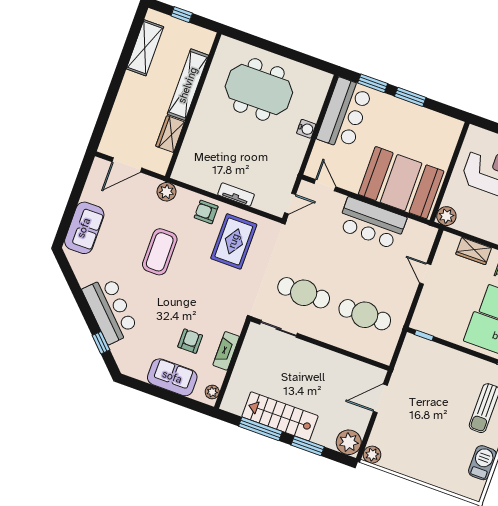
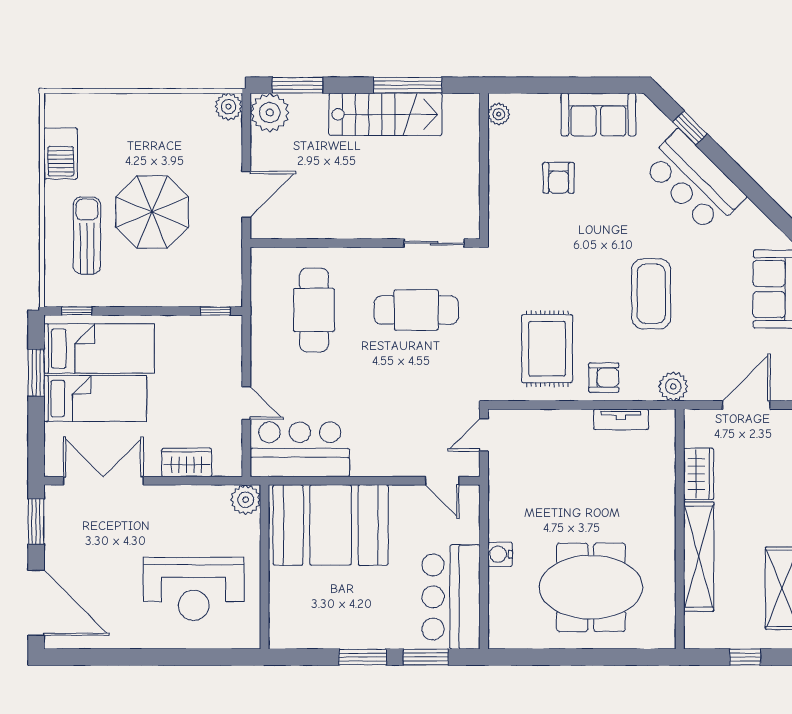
tv unit: (236, 195) -> (621, 419), moved
bar counter: (372, 223) -> (300, 449), moved
cafe table: (365, 315) -> (314, 310), turned 90
fireplace: (226, 351) -> (500, 183), removed
sofa: (172, 377) -> (598, 115), moved
parasol: (440, 408) -> (152, 212), added
window: (308, 446) -> (298, 85), moved

